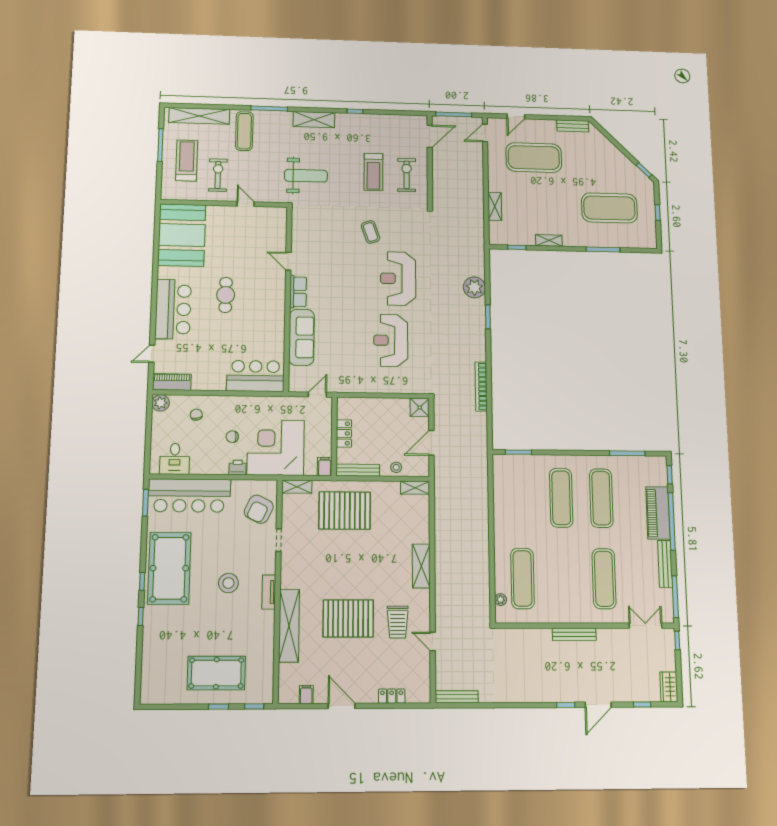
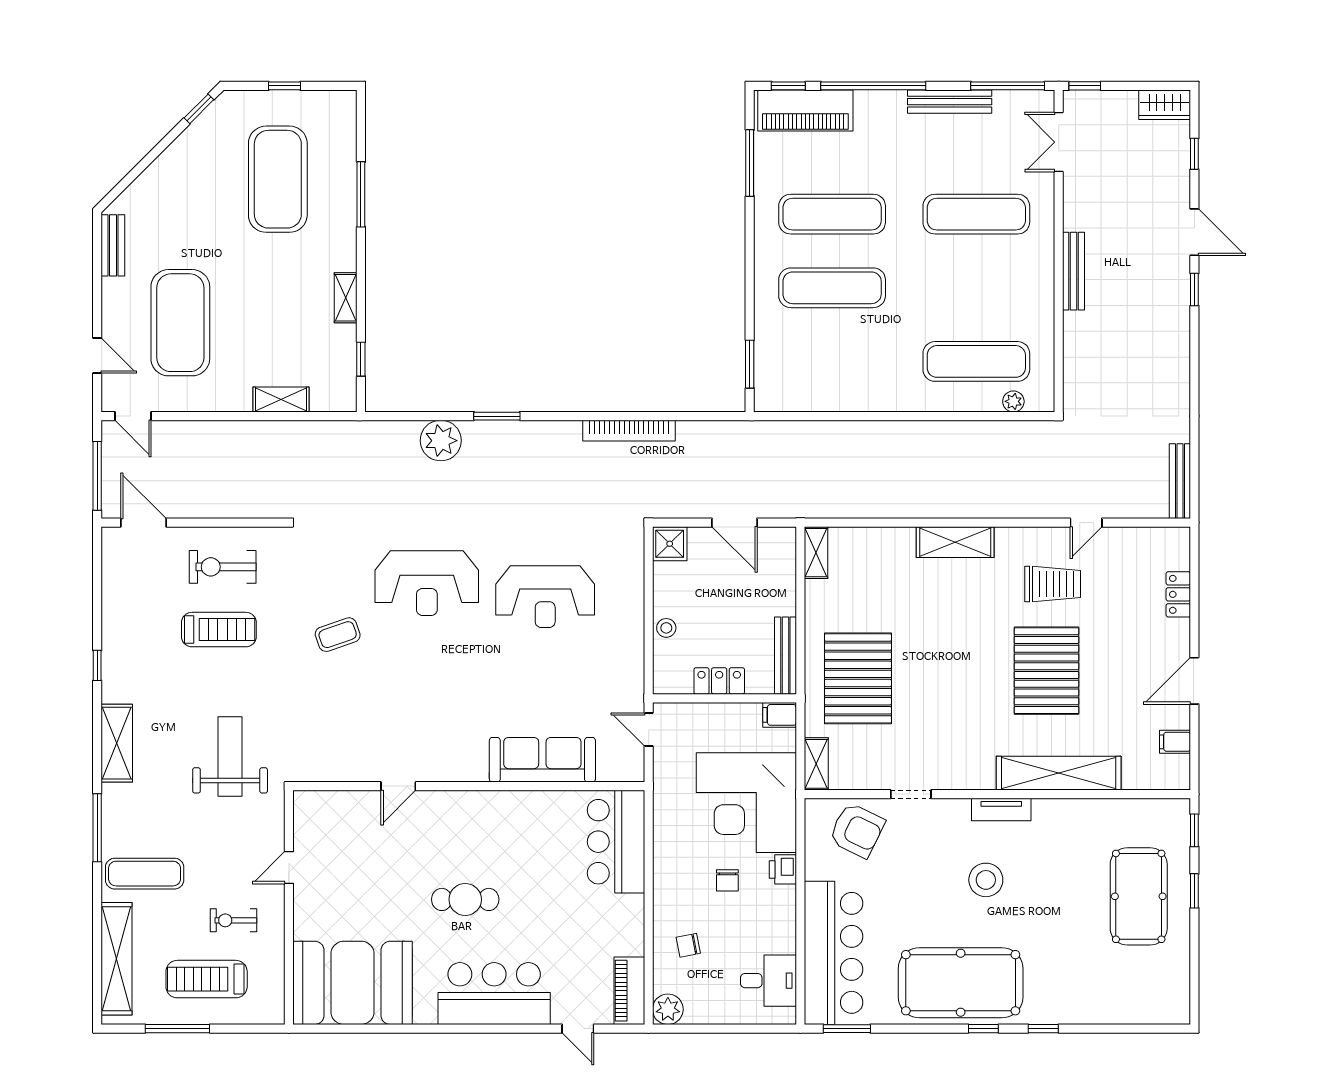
exercise bike: (218, 175) -> (234, 920), width x0.73, depth x0.72
row of seats: (298, 292) -> (456, 767), removed
stool: (396, 467) -> (666, 628), moved
piano: (658, 513) -> (805, 110), moved

